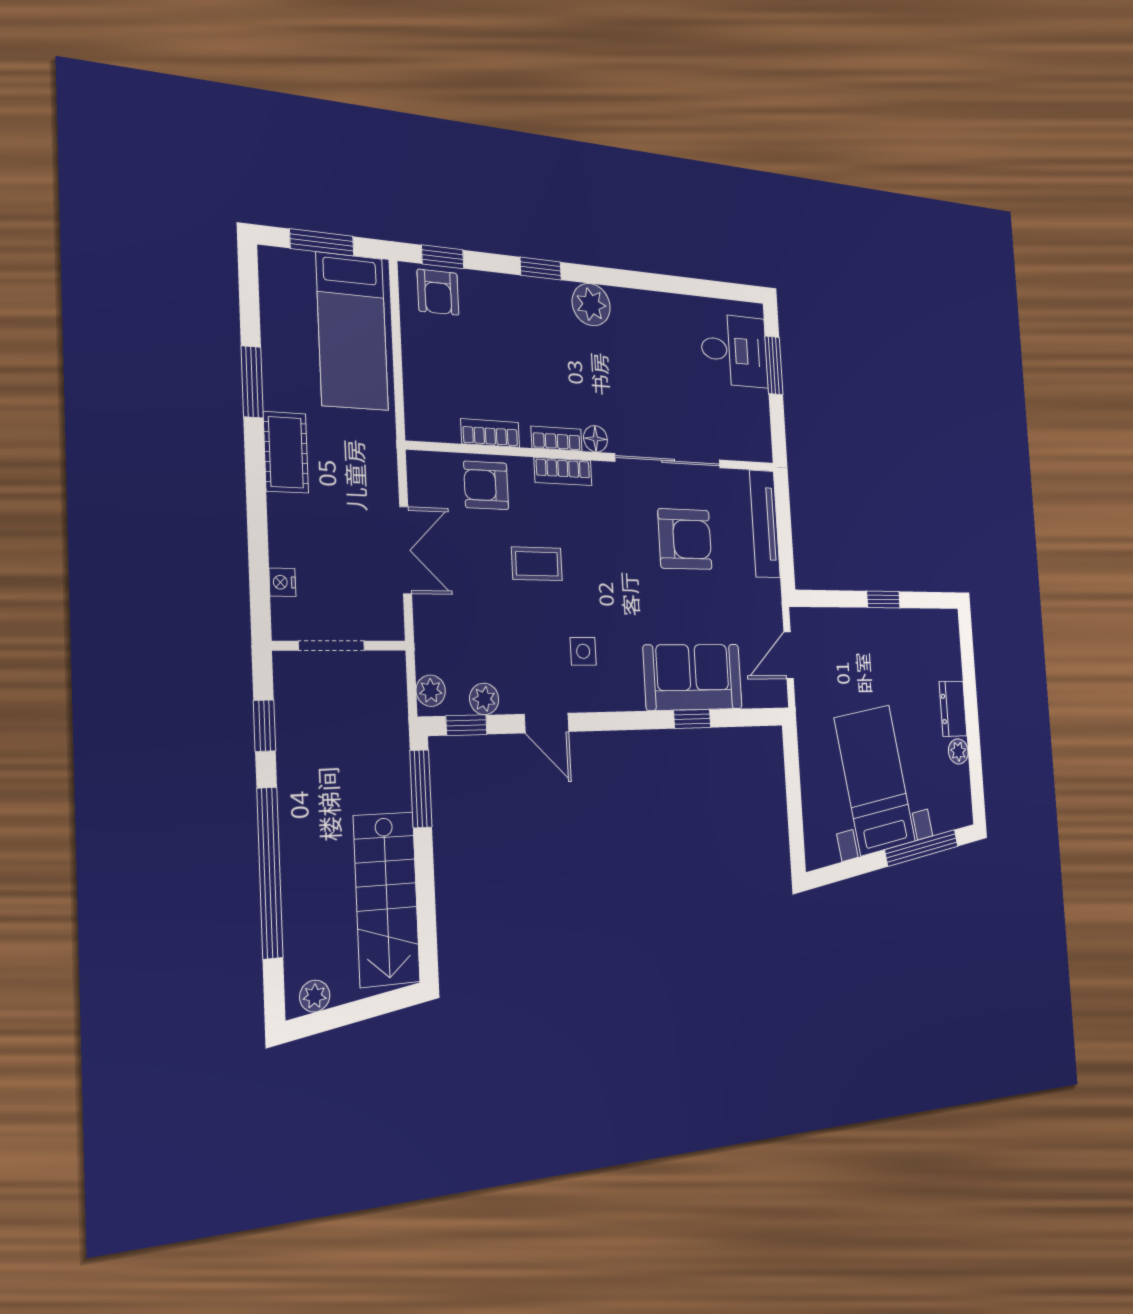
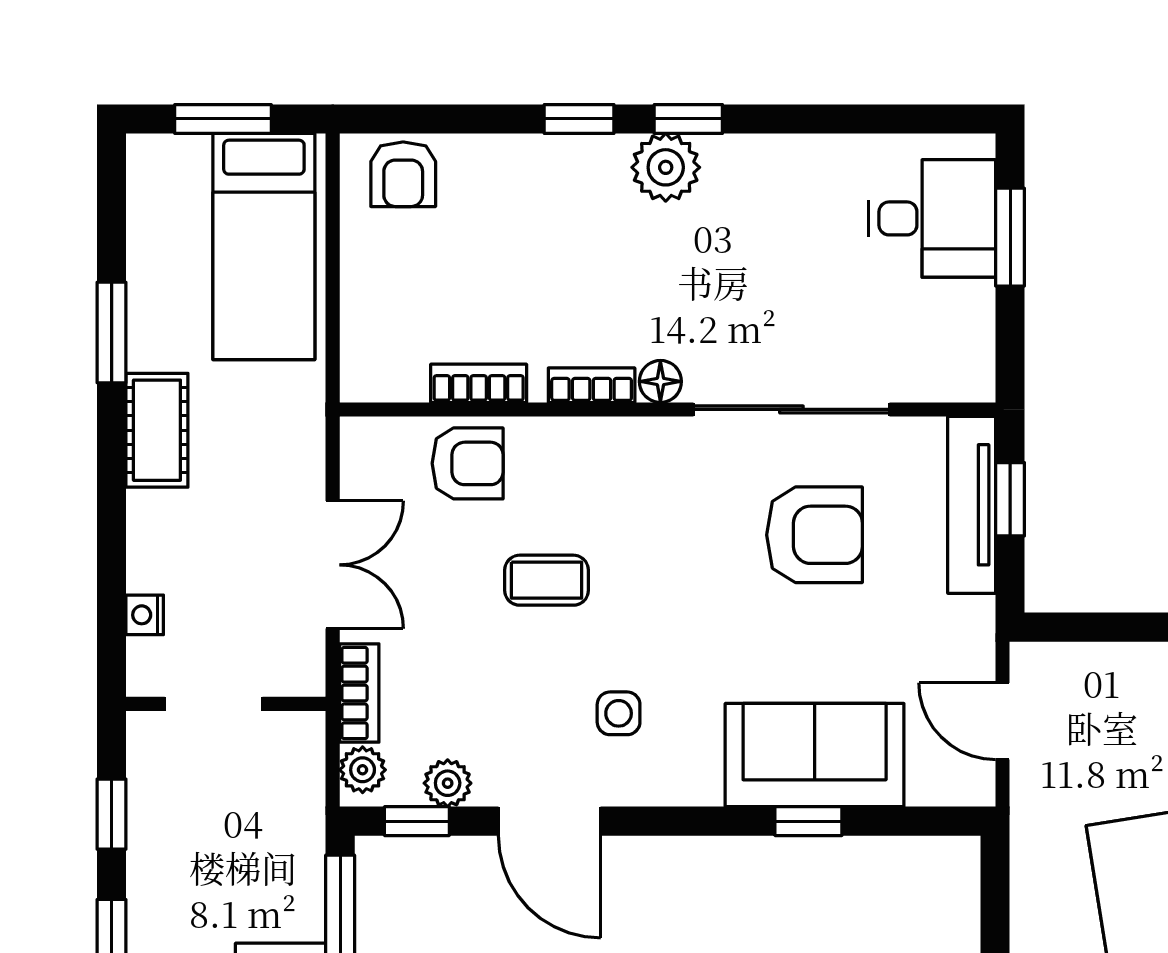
window: (443, 257) -> (688, 119), moved
bookcase: (563, 472) -> (359, 693), moved, turned -90
armchair: (486, 485) -> (468, 463), turned 180
window: (784, 521) -> (1010, 499), added
door: (789, 655) -> (1003, 721), hinge flipped
door: (547, 723) -> (549, 821), width x1.38

